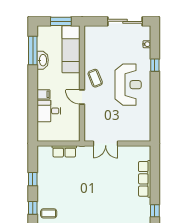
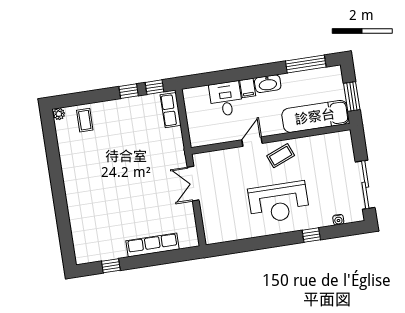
washbasin: (43, 60) -> (268, 84), moved
row of seats: (64, 151) -> (171, 110), moved
window: (33, 208) -> (154, 87), moved

